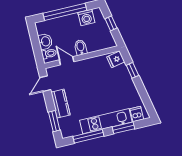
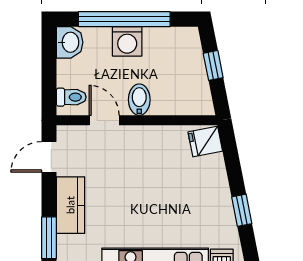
washing machine: (86, 18) -> (127, 41), moved
washbasin: (45, 41) -> (70, 42), moved
window: (132, 70) -> (242, 210), moved

